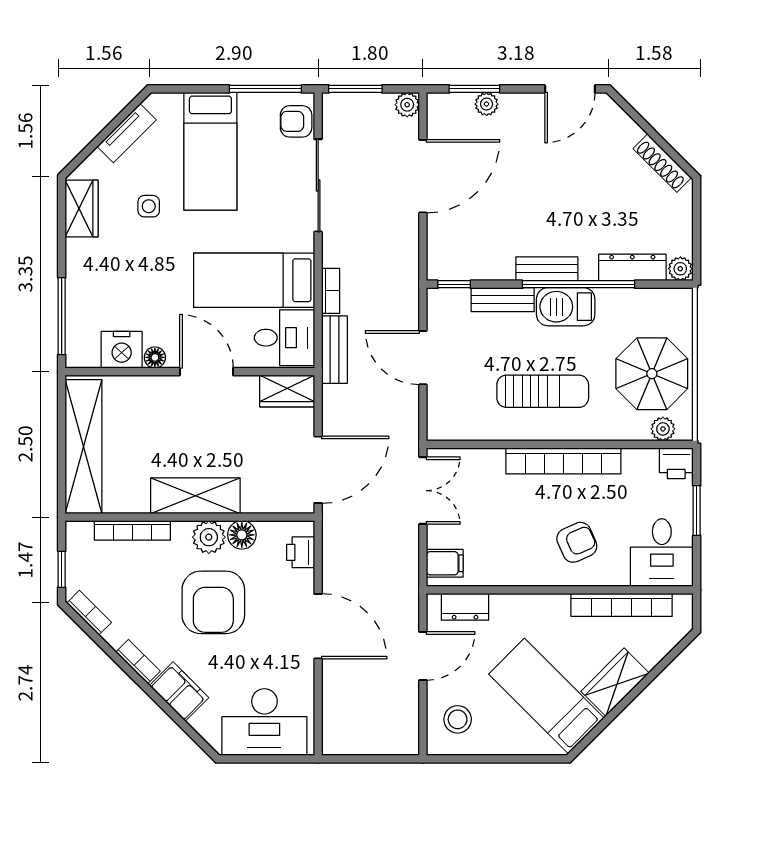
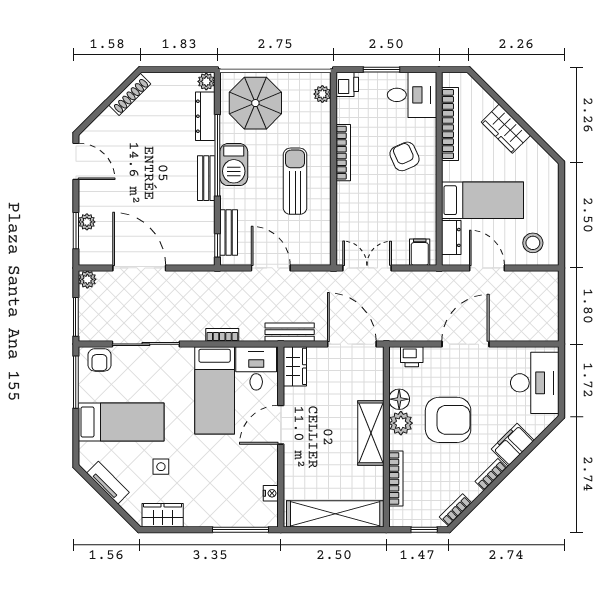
bench: (503, 300) -> (229, 233), moved
nightstand: (122, 350) -> (271, 493), width x0.53, depth x0.56
bench: (334, 350) -> (290, 332), moved
floor lamp: (155, 357) -> (271, 462), removed
door: (423, 358) -> (271, 268), swing flipped
parasol: (652, 374) -> (255, 103), moved
bookcase: (563, 461) -> (343, 153), width x0.68, depth x0.76
bed: (546, 696) -> (483, 200), moved, turned -135

